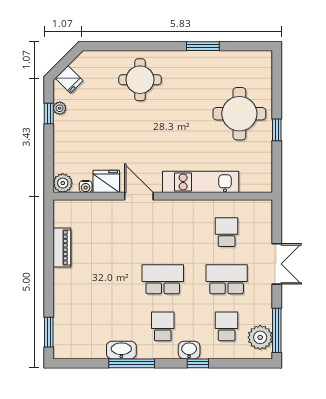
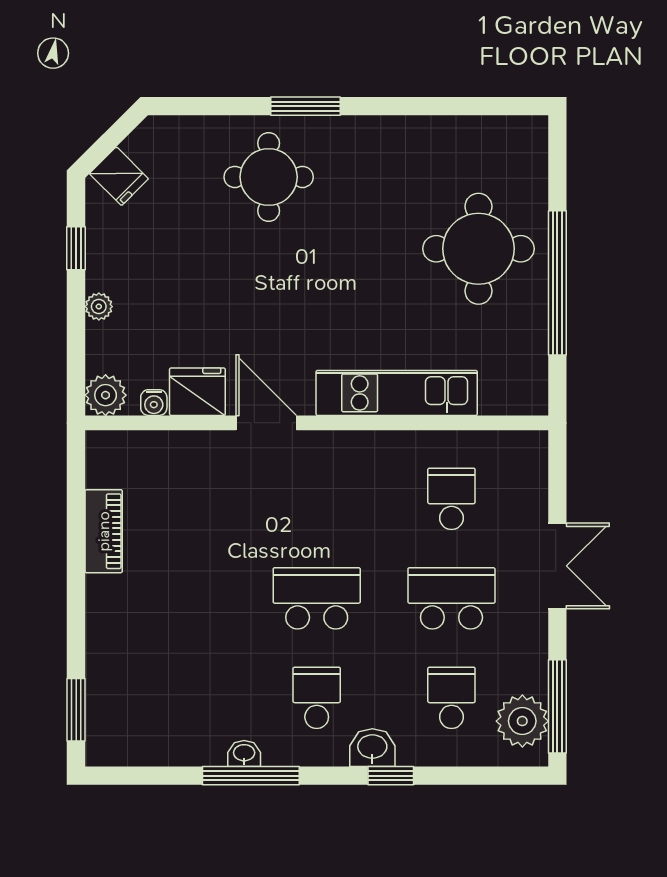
window: (203, 46) -> (305, 106), moved
plant: (60, 108) -> (99, 307), moved
window: (277, 130) -> (557, 283), width x3.17
washbasin: (121, 350) -> (244, 754), width x0.52, depth x0.69

